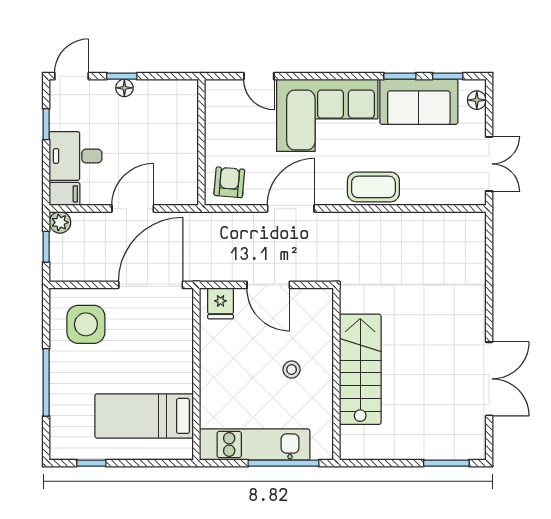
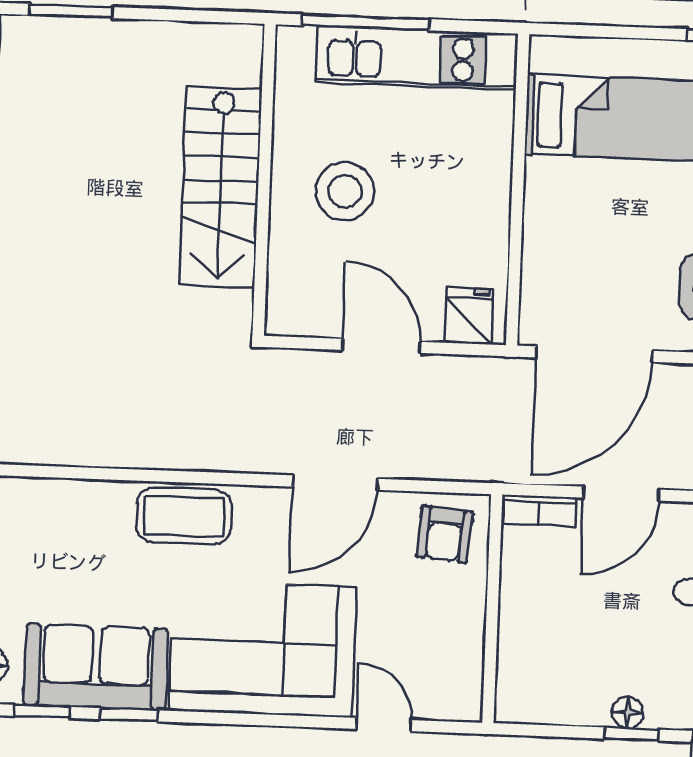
bookcase: (178, 197) -> (538, 511), added
stool: (292, 370) -> (345, 191), width x1.89, depth x1.89

